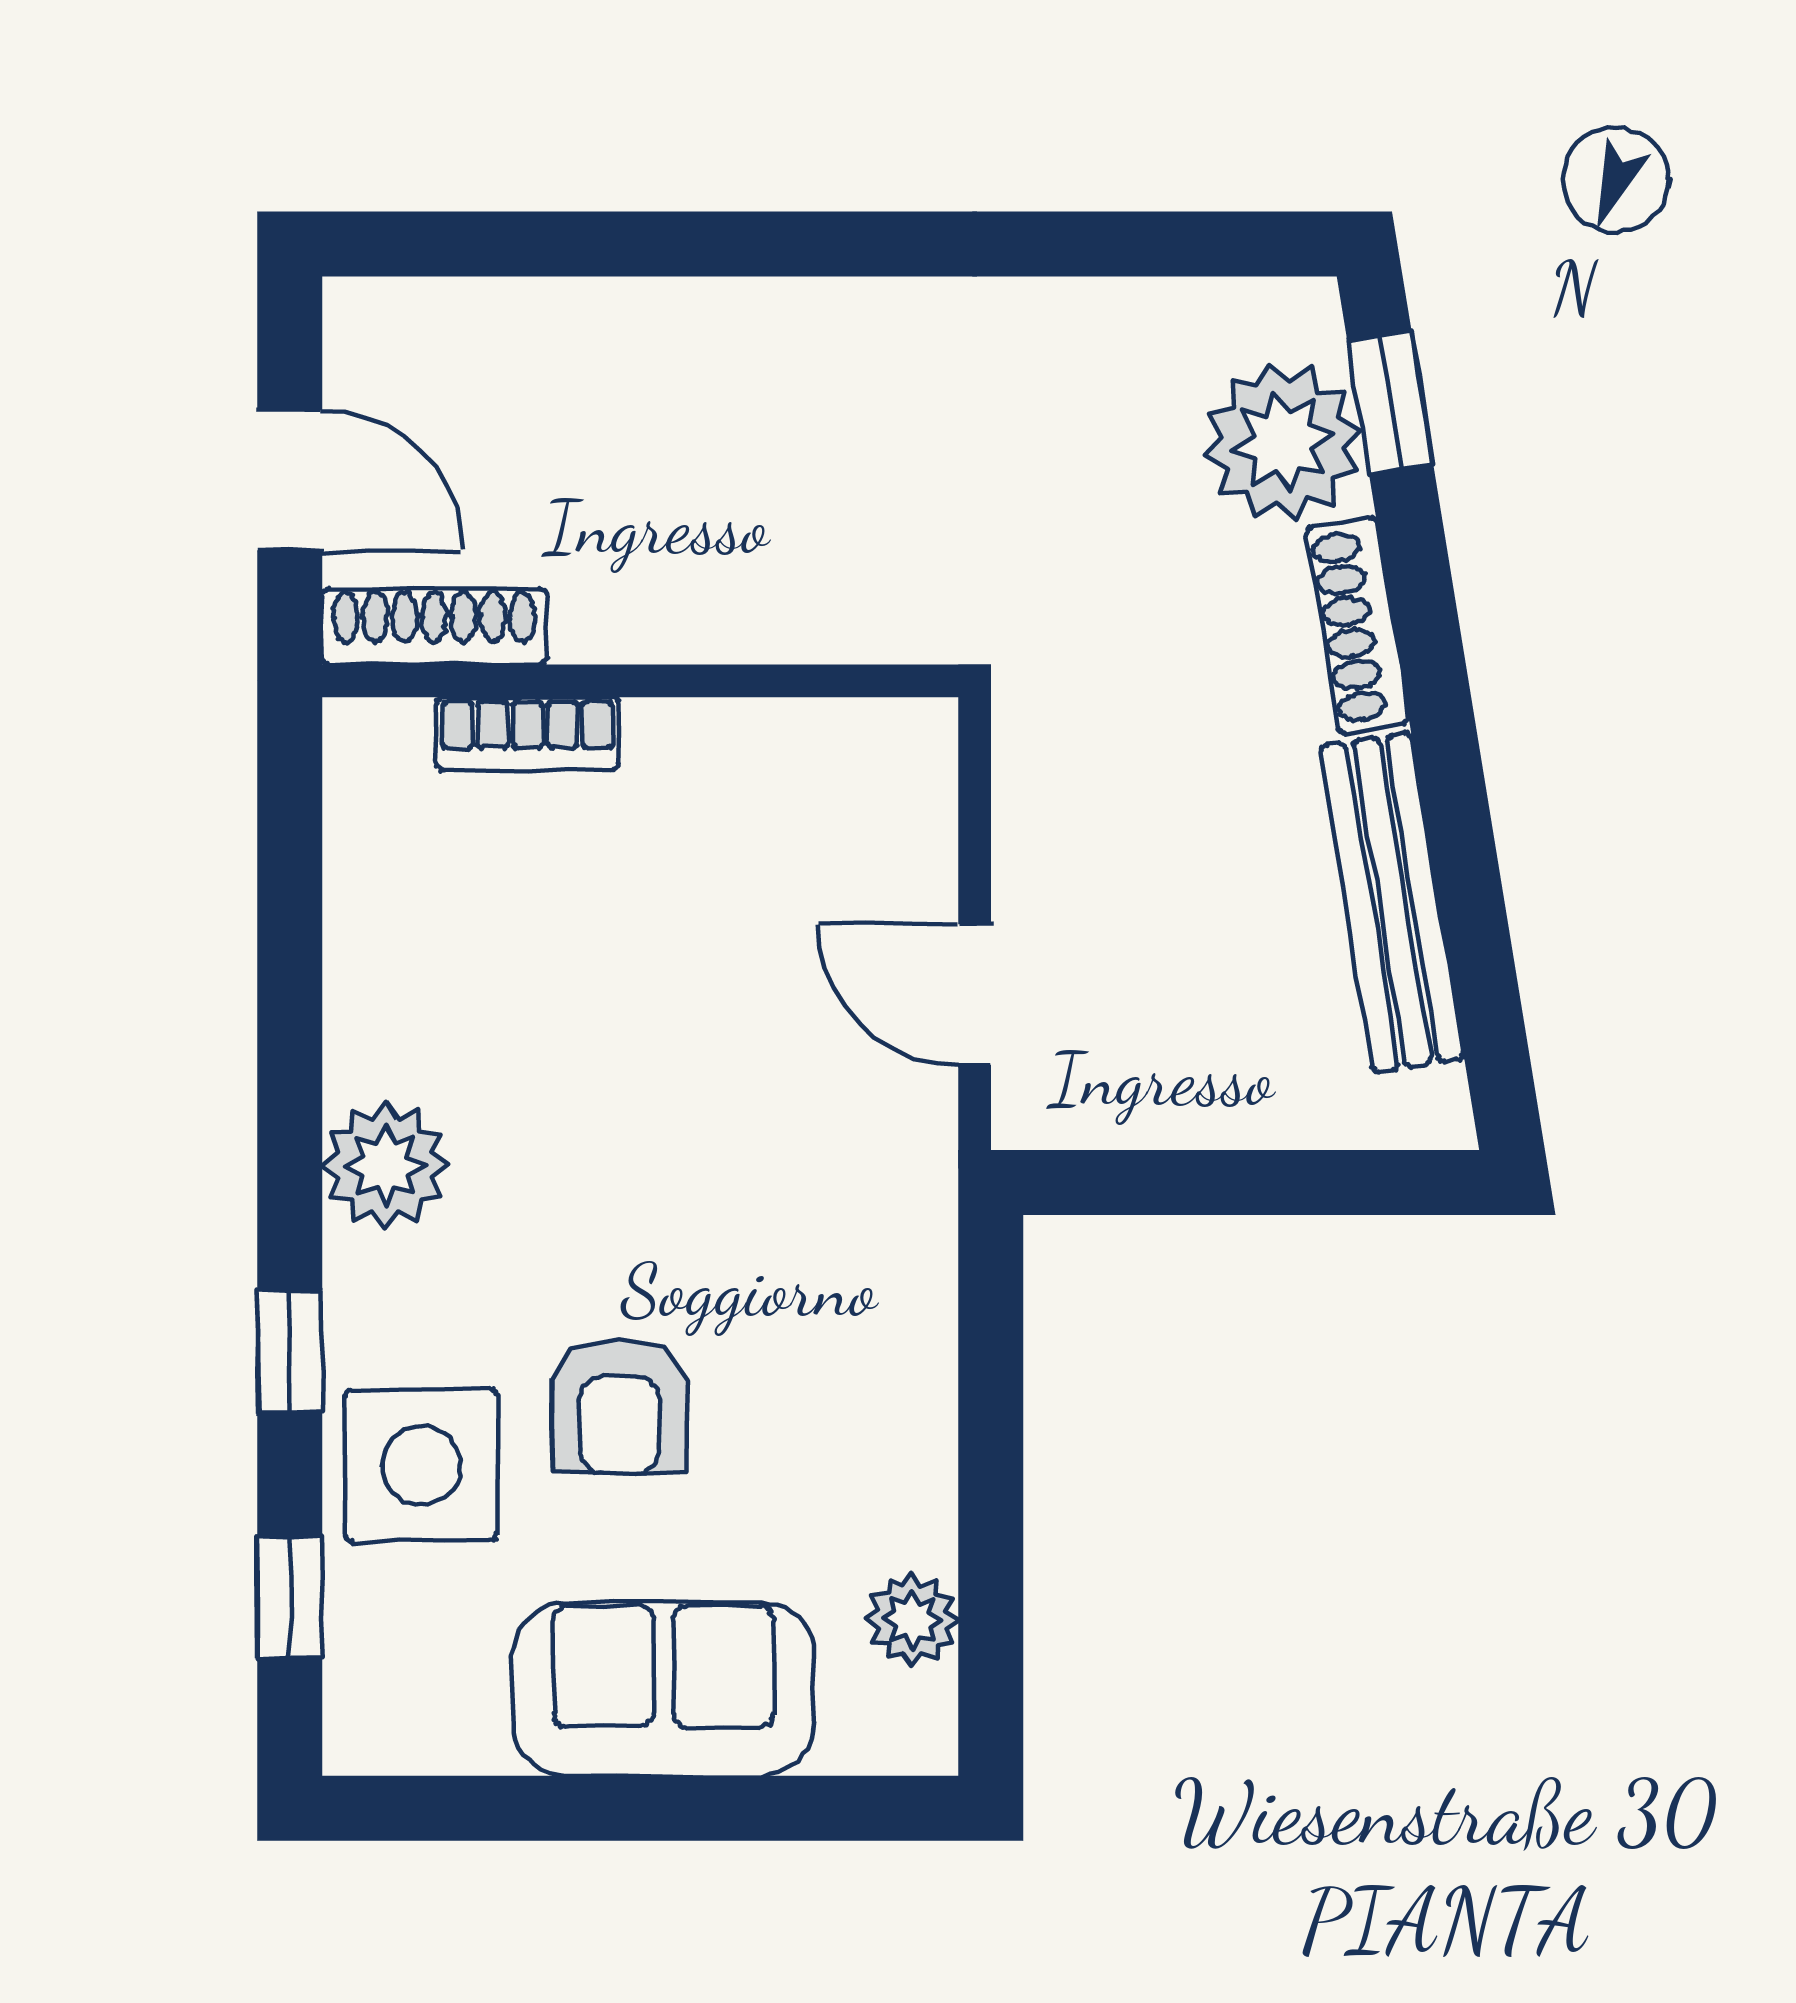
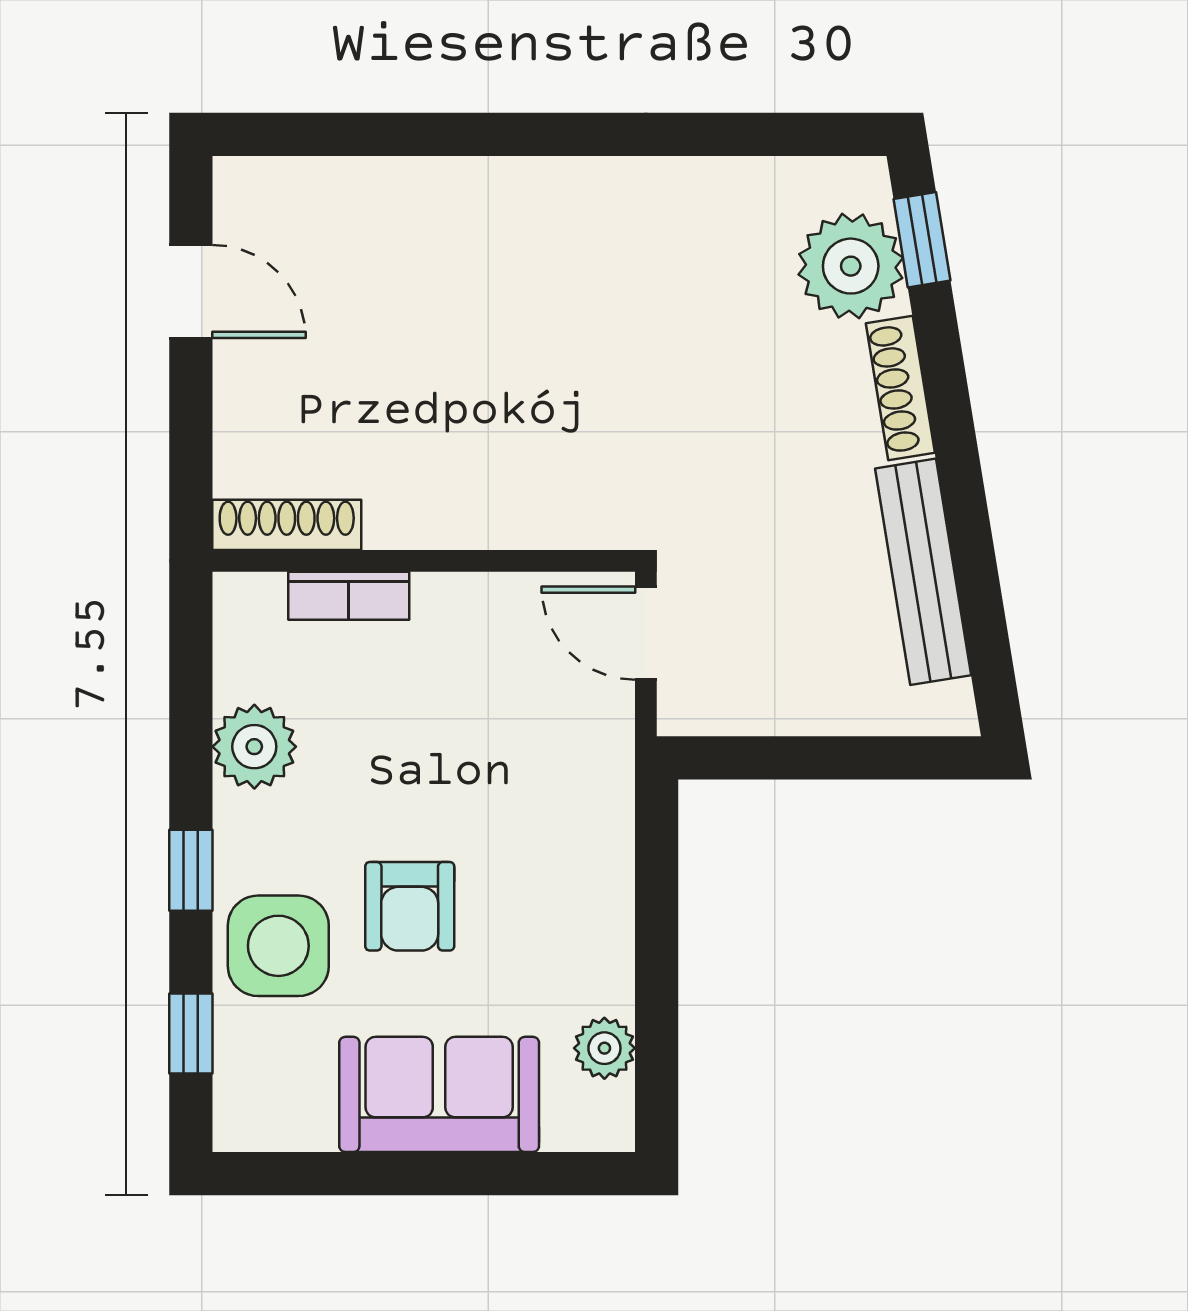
shoe rack: (434, 627) -> (287, 525), moved
wall: (640, 681) -> (424, 561), moved
bookcase: (527, 733) -> (349, 596), moved

